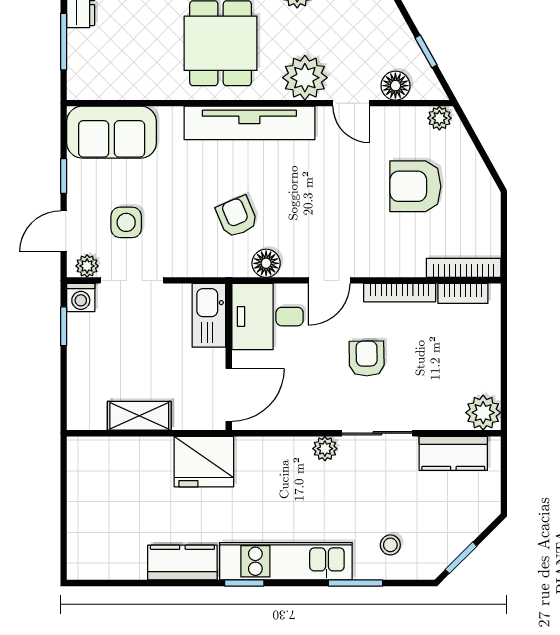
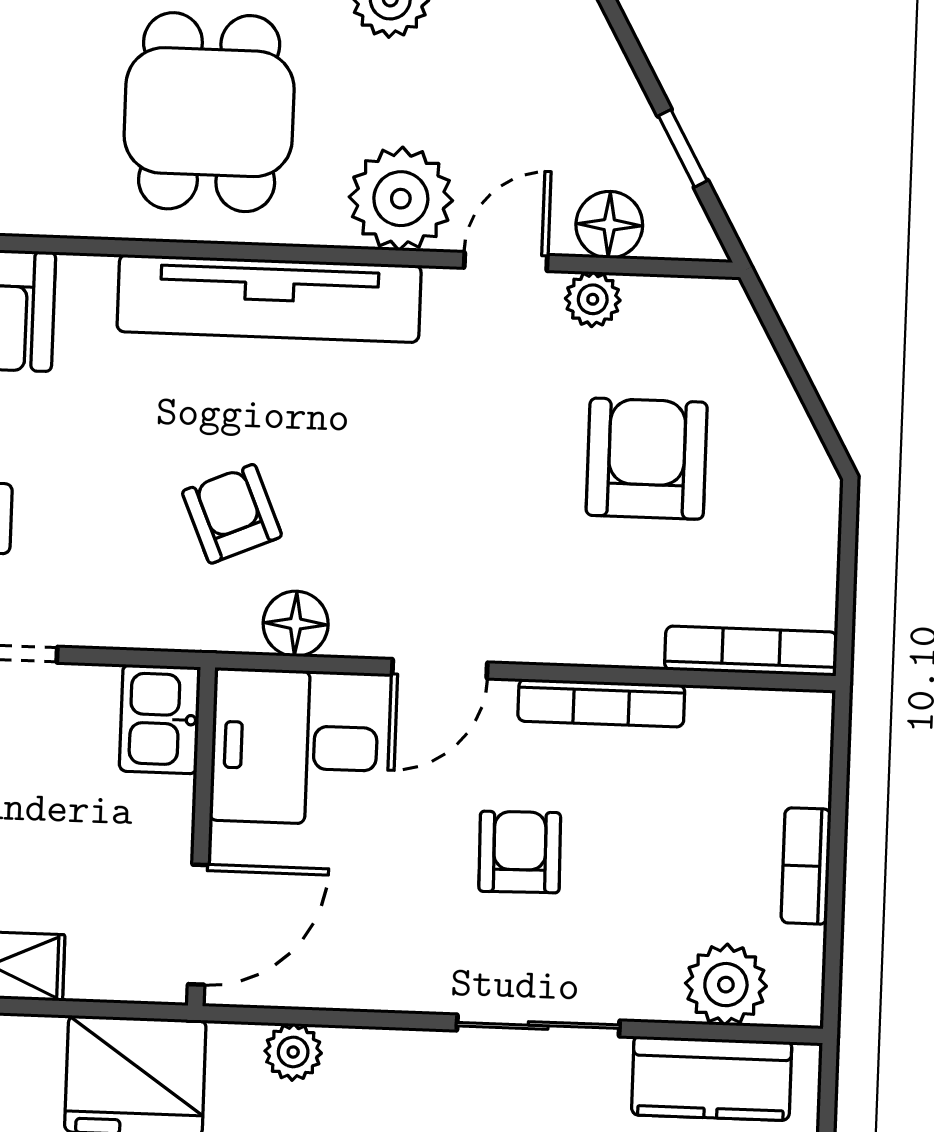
door: (351, 103) -> (506, 261), swing flipped
plant: (439, 118) -> (593, 299), moved
armchair: (415, 186) -> (647, 459), turned 90
bookcase: (463, 293) -> (806, 866), moved, turned 90
kitchen sink: (209, 315) -> (160, 719), width x0.73
plant: (483, 413) -> (726, 985), moved
plant: (325, 449) -> (293, 1052), moved

